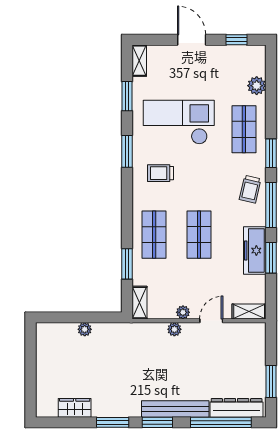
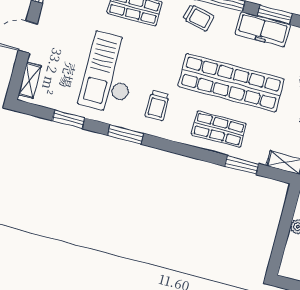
shelving: (139, 61) -> (30, 80), moved, turned 90
shop shelf: (199, 235) -> (231, 83), width x2.00, depth x1.36

